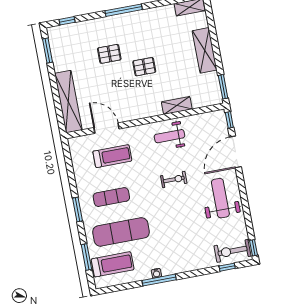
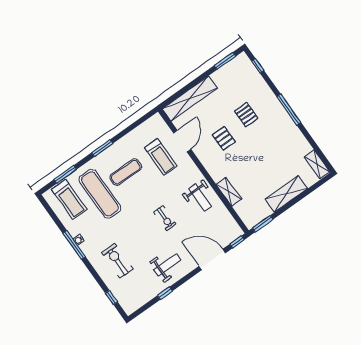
pallet: (144, 67) -> (224, 138), moved
weight bench: (169, 136) -> (200, 198), turned 180
exercise mat: (111, 197) -> (126, 172), turned 90
weight bench: (220, 198) -> (167, 265), width x0.73, depth x0.75
window: (253, 248) -> (165, 293), moved
exercise bike: (232, 251) -> (117, 261), moved

